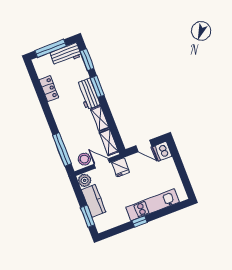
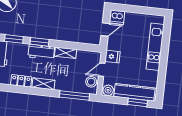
shelving: (109, 142) -> (43, 84), moved
kitchen counter: (94, 201) -> (134, 92), width x1.50
window: (140, 222) -> (163, 64), removed

